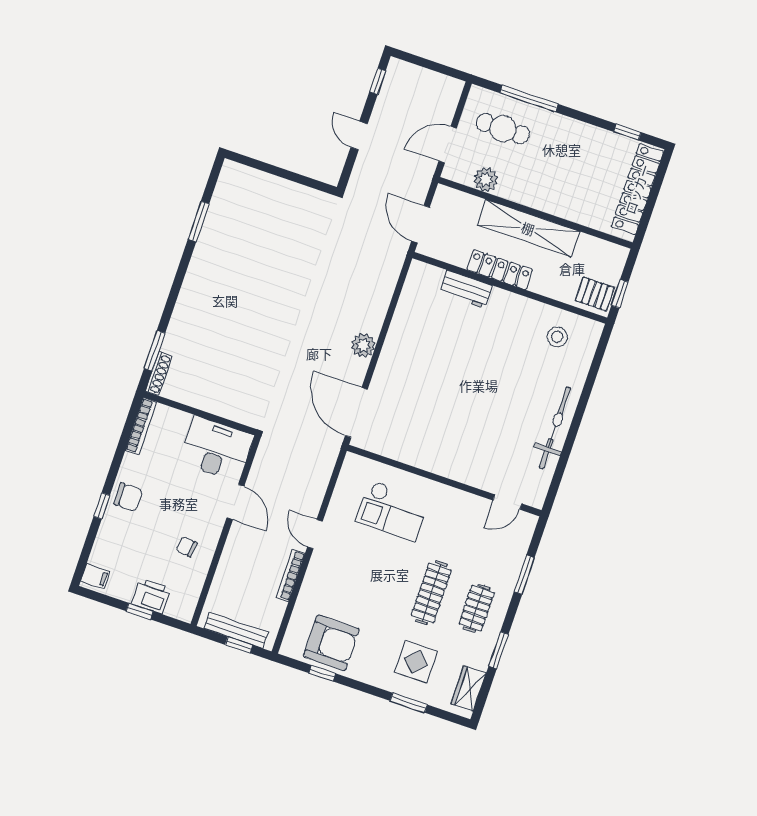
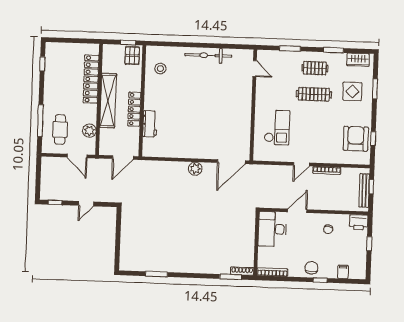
locker: (637, 189) -> (91, 79), moved, turned 90
filing cabinet: (95, 576) -> (343, 272), moved
printer: (151, 596) -> (359, 222), moved, turned -90

